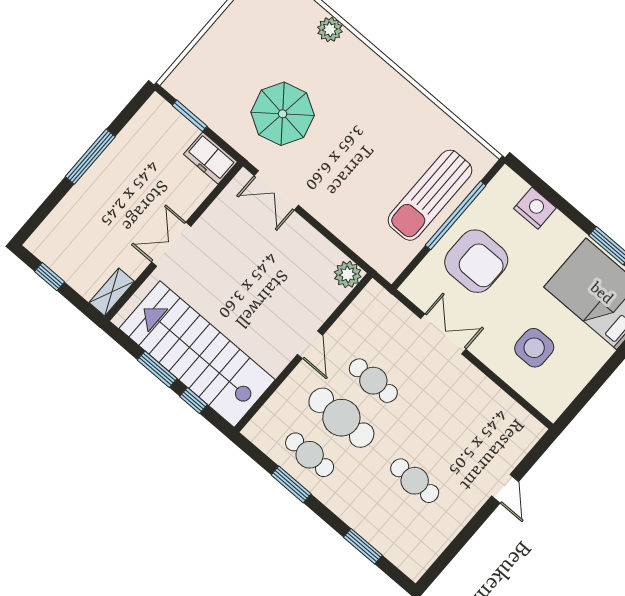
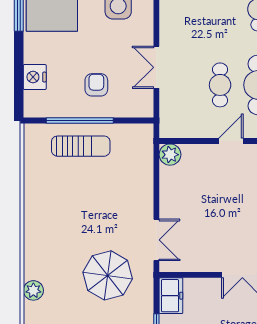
sun lounger: (430, 195) -> (81, 146), width x0.73, depth x0.75
armchair: (476, 261) -> (96, 85), width x0.53, depth x0.53

